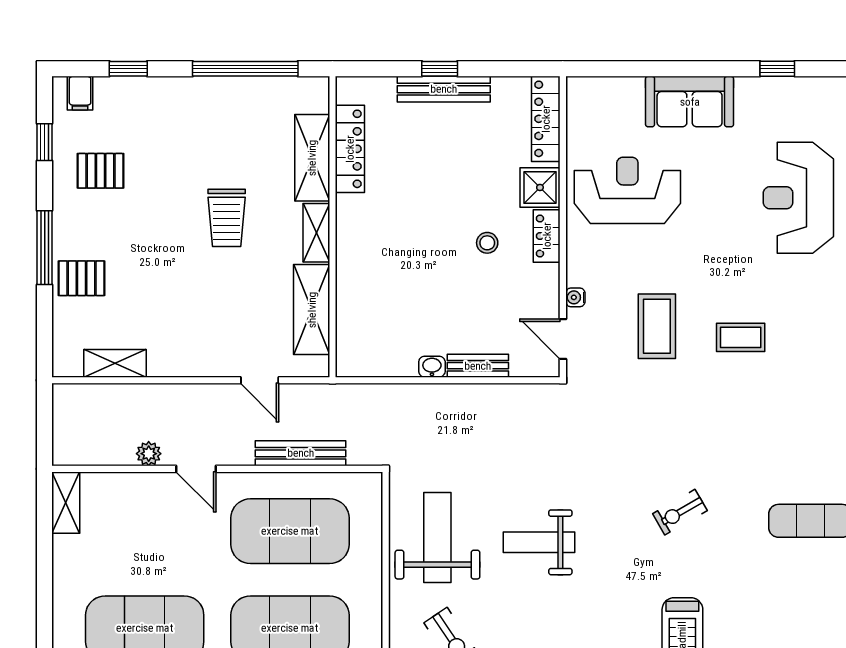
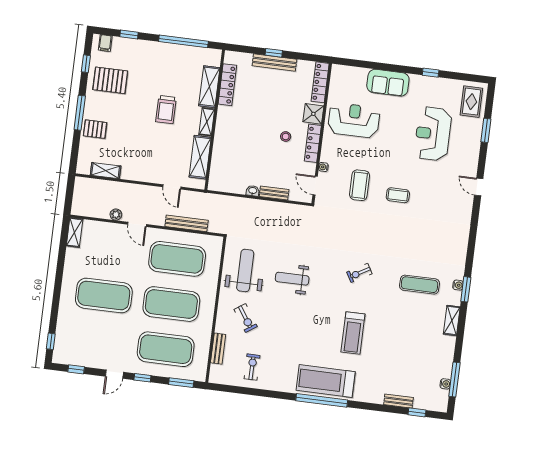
pallet: (101, 171) -> (110, 80), width x1.50, depth x1.42
locker: (547, 236) -> (313, 143), width x1.53

